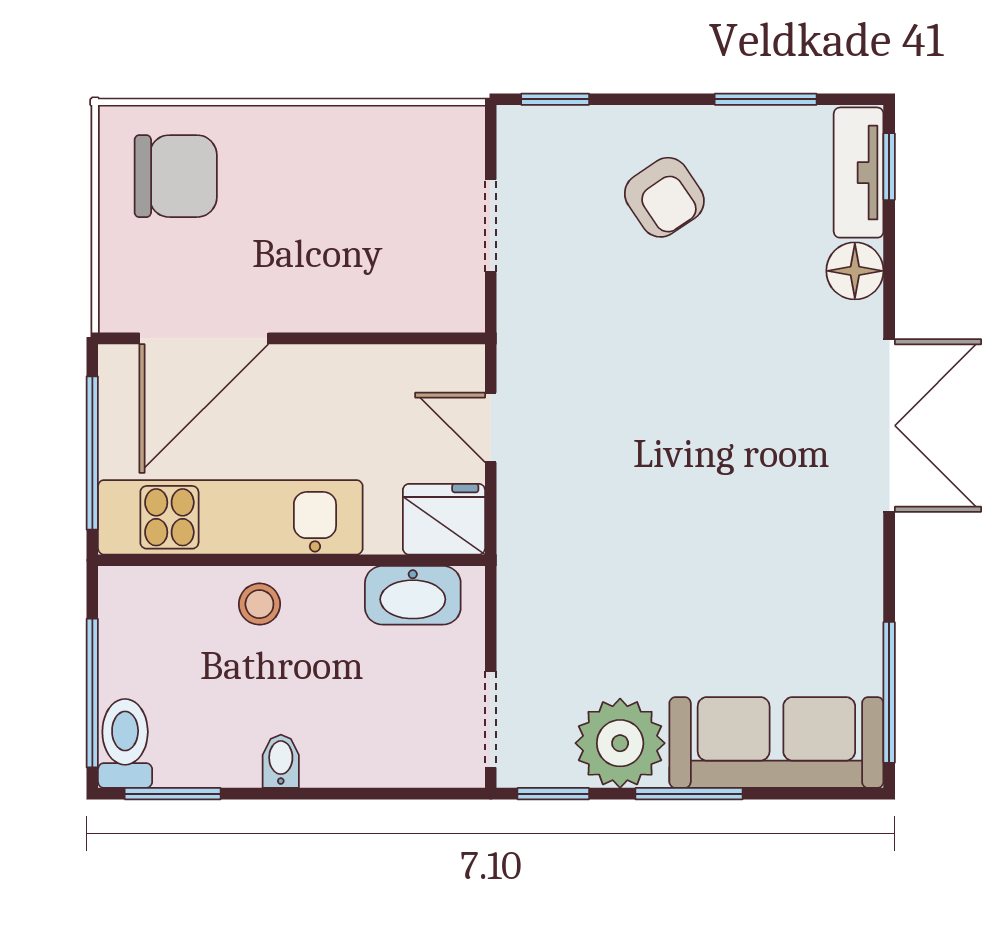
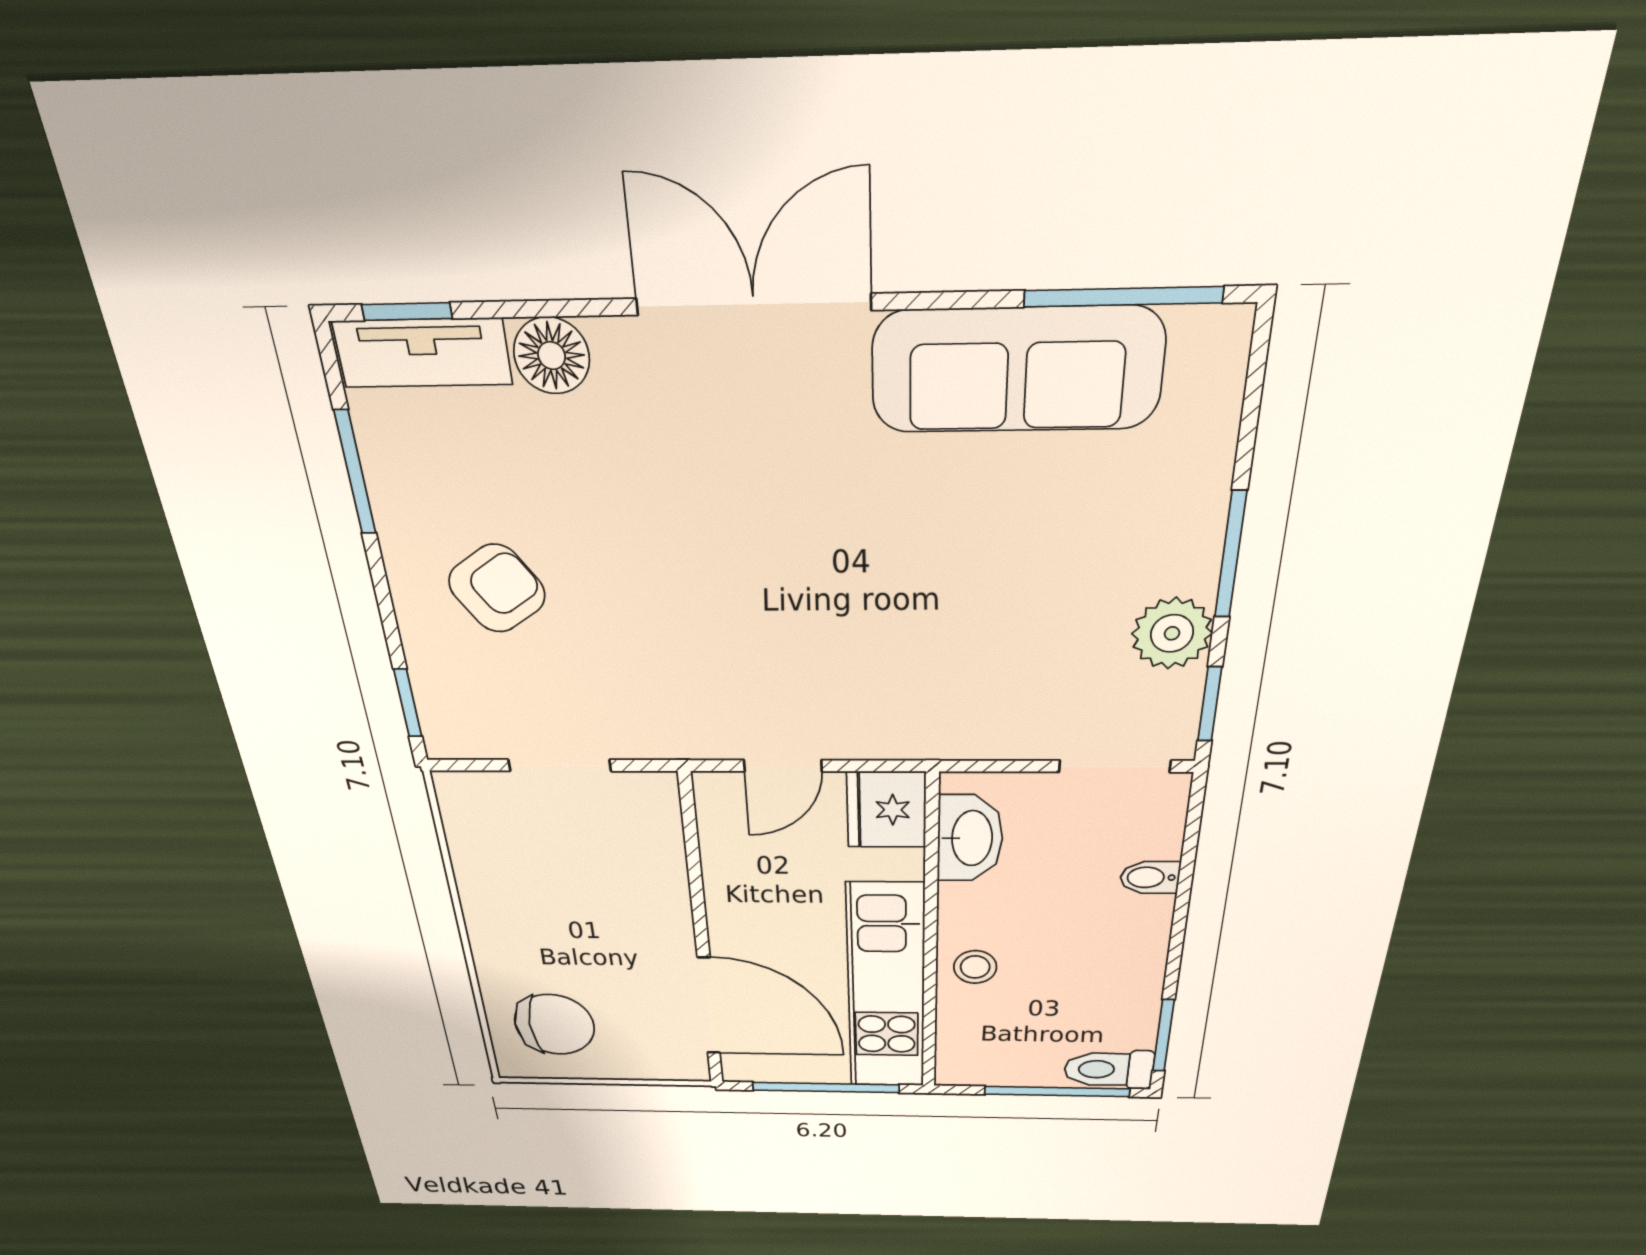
chair: (176, 176) -> (554, 1025), turned 90
sofa: (776, 742) -> (1017, 370), moved, turned -90
plant: (620, 743) -> (1172, 633), width x0.73, depth x0.73
bidet: (281, 761) -> (1150, 877), moved

